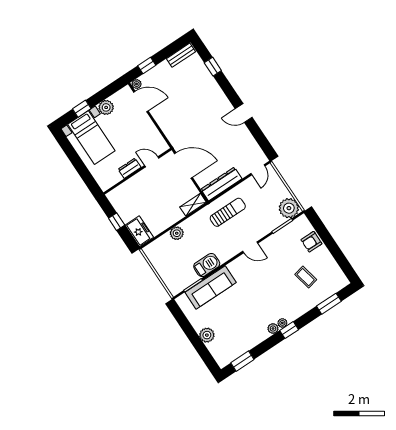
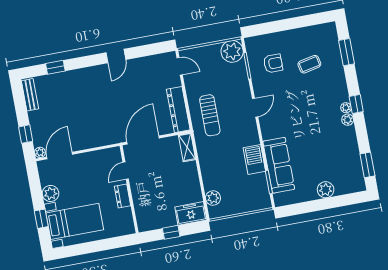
sun lounger: (228, 212) -> (210, 115), turned 180
plant: (177, 233) -> (213, 198), moved
armchair: (311, 242) -> (273, 63), moved, turned -90

